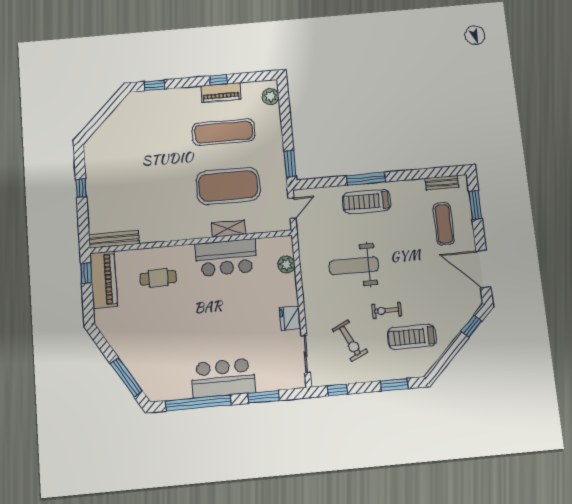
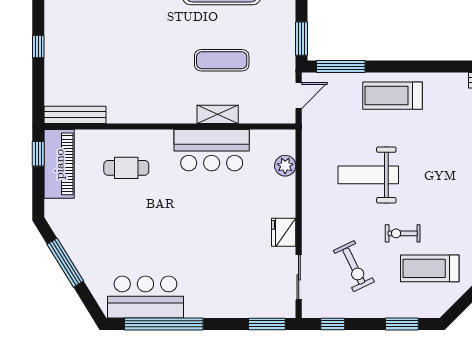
window: (366, 179) -> (341, 67), moved
exercise mat: (228, 186) -> (222, 60), width x0.50, depth x0.69
window: (126, 377) -> (65, 263), moved
bar counter: (223, 378) -> (145, 297), moved
window: (264, 397) -> (267, 324), moved

